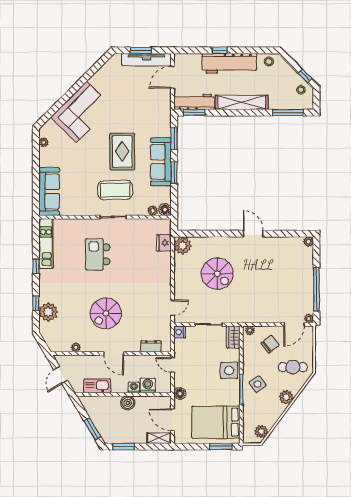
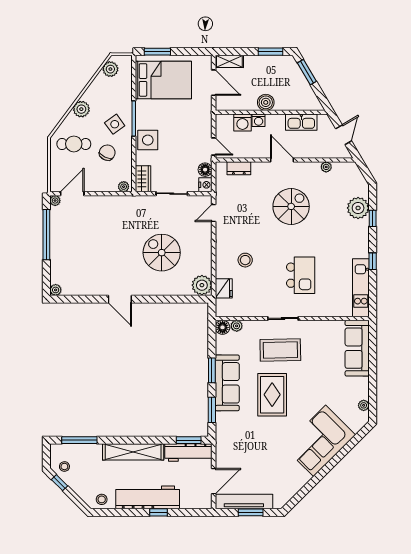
stool: (145, 267) -> (245, 260), added
chair: (270, 344) -> (107, 153), moved, turned 153
floor lamp: (180, 394) -> (205, 170), moved

